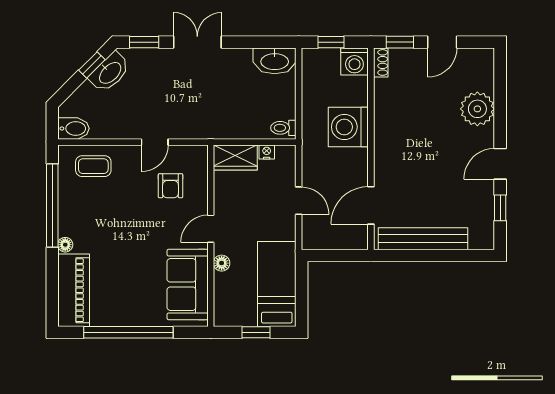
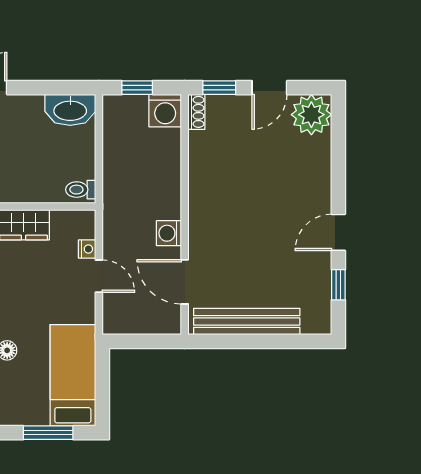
plant: (477, 109) -> (311, 115), moved
washing machine: (348, 127) -> (169, 233), moved, width x0.53, depth x0.53
nightstand: (267, 152) -> (87, 249), moved, turned 90
door: (371, 205) -> (185, 282), hinge flipped
window: (256, 332) -> (48, 433), width x1.50

